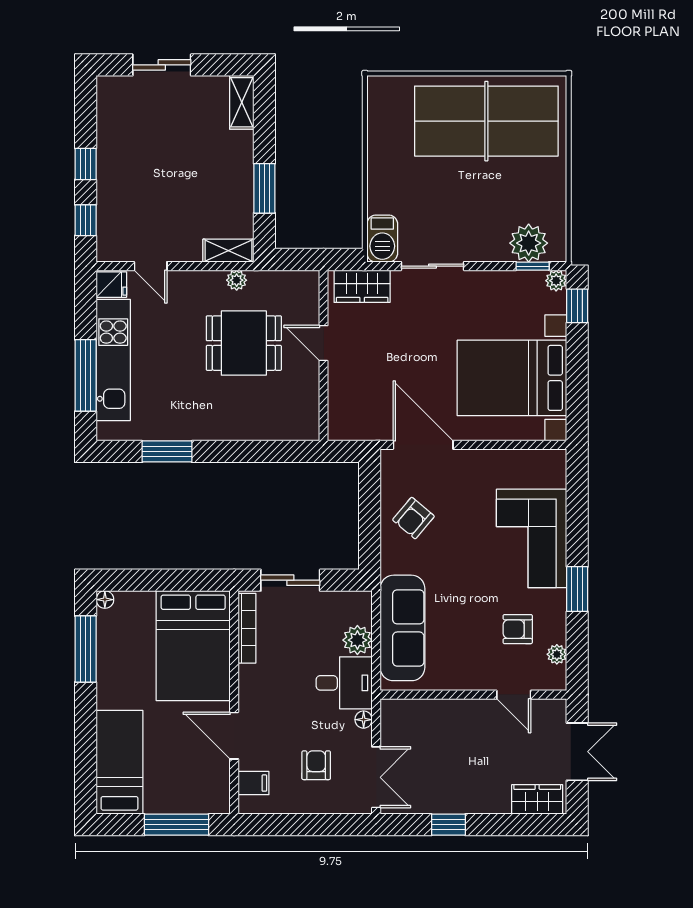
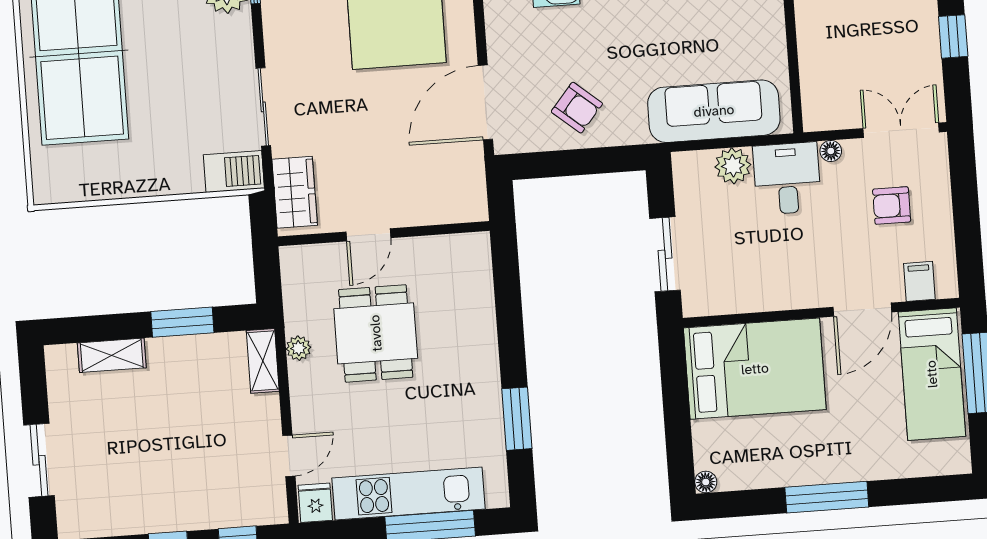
shelving: (242, 102) -> (112, 355), moved
bookcase: (247, 628) -> (728, 304), removed
window: (86, 649) -> (827, 497), moved
bed: (119, 762) -> (932, 374), moved, turned -90

